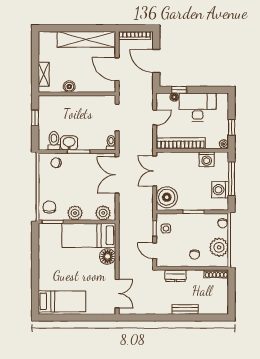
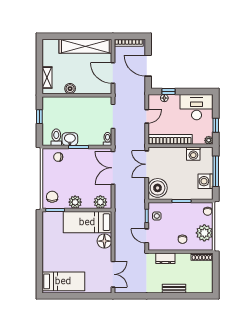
desk: (198, 107) -> (197, 107), moved

